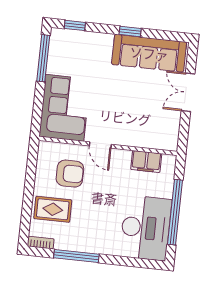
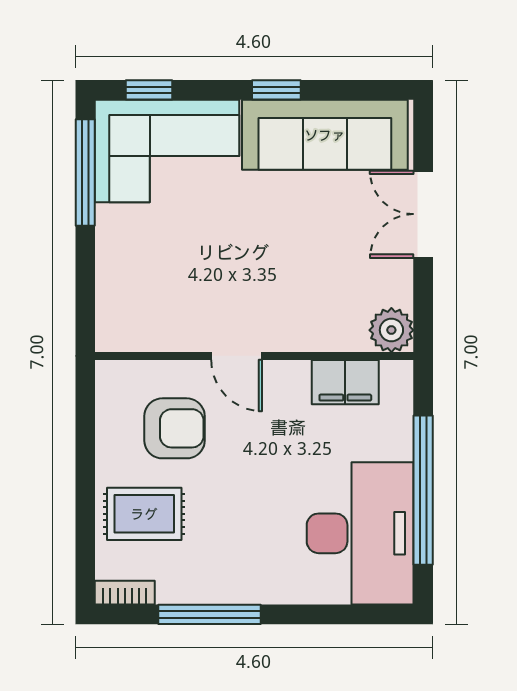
corner sofa: (65, 108) -> (167, 151), moved, turned 90
plant: (169, 141) -> (391, 330), added

